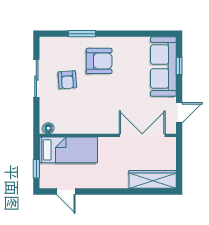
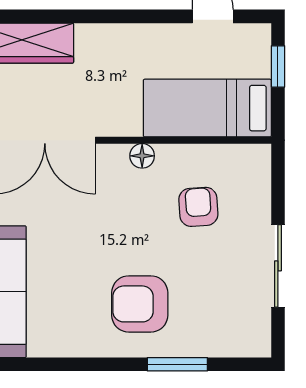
armchair: (67, 80) -> (198, 207), moved
floor lamp: (48, 128) -> (142, 156), moved

